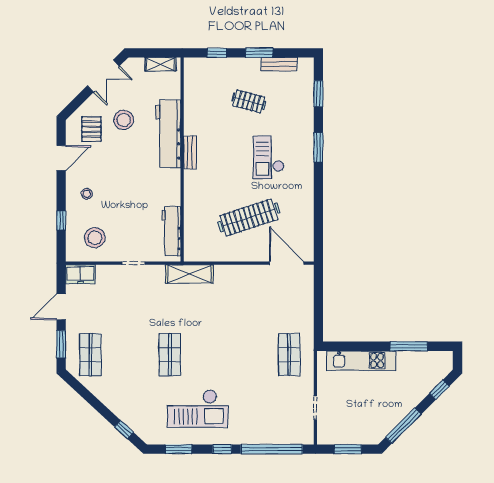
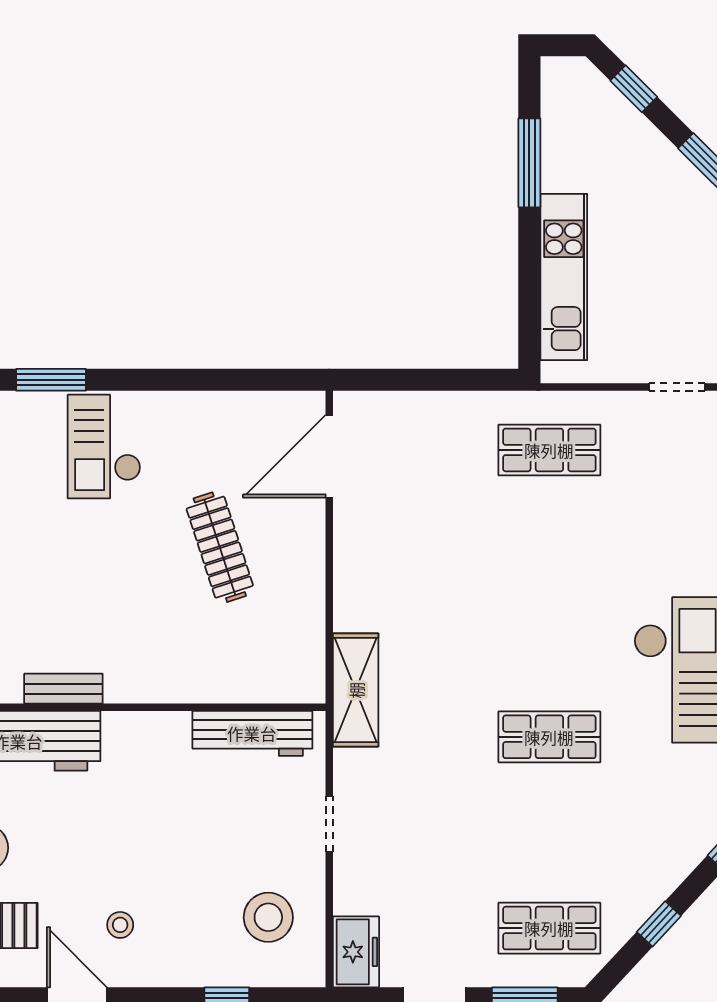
checkout: (269, 157) -> (104, 447), moved, turned 90
stool: (87, 194) -> (120, 925), moved
clothes rail: (249, 218) -> (220, 547), width x0.73, depth x0.76
window: (92, 400) -> (659, 924), added

